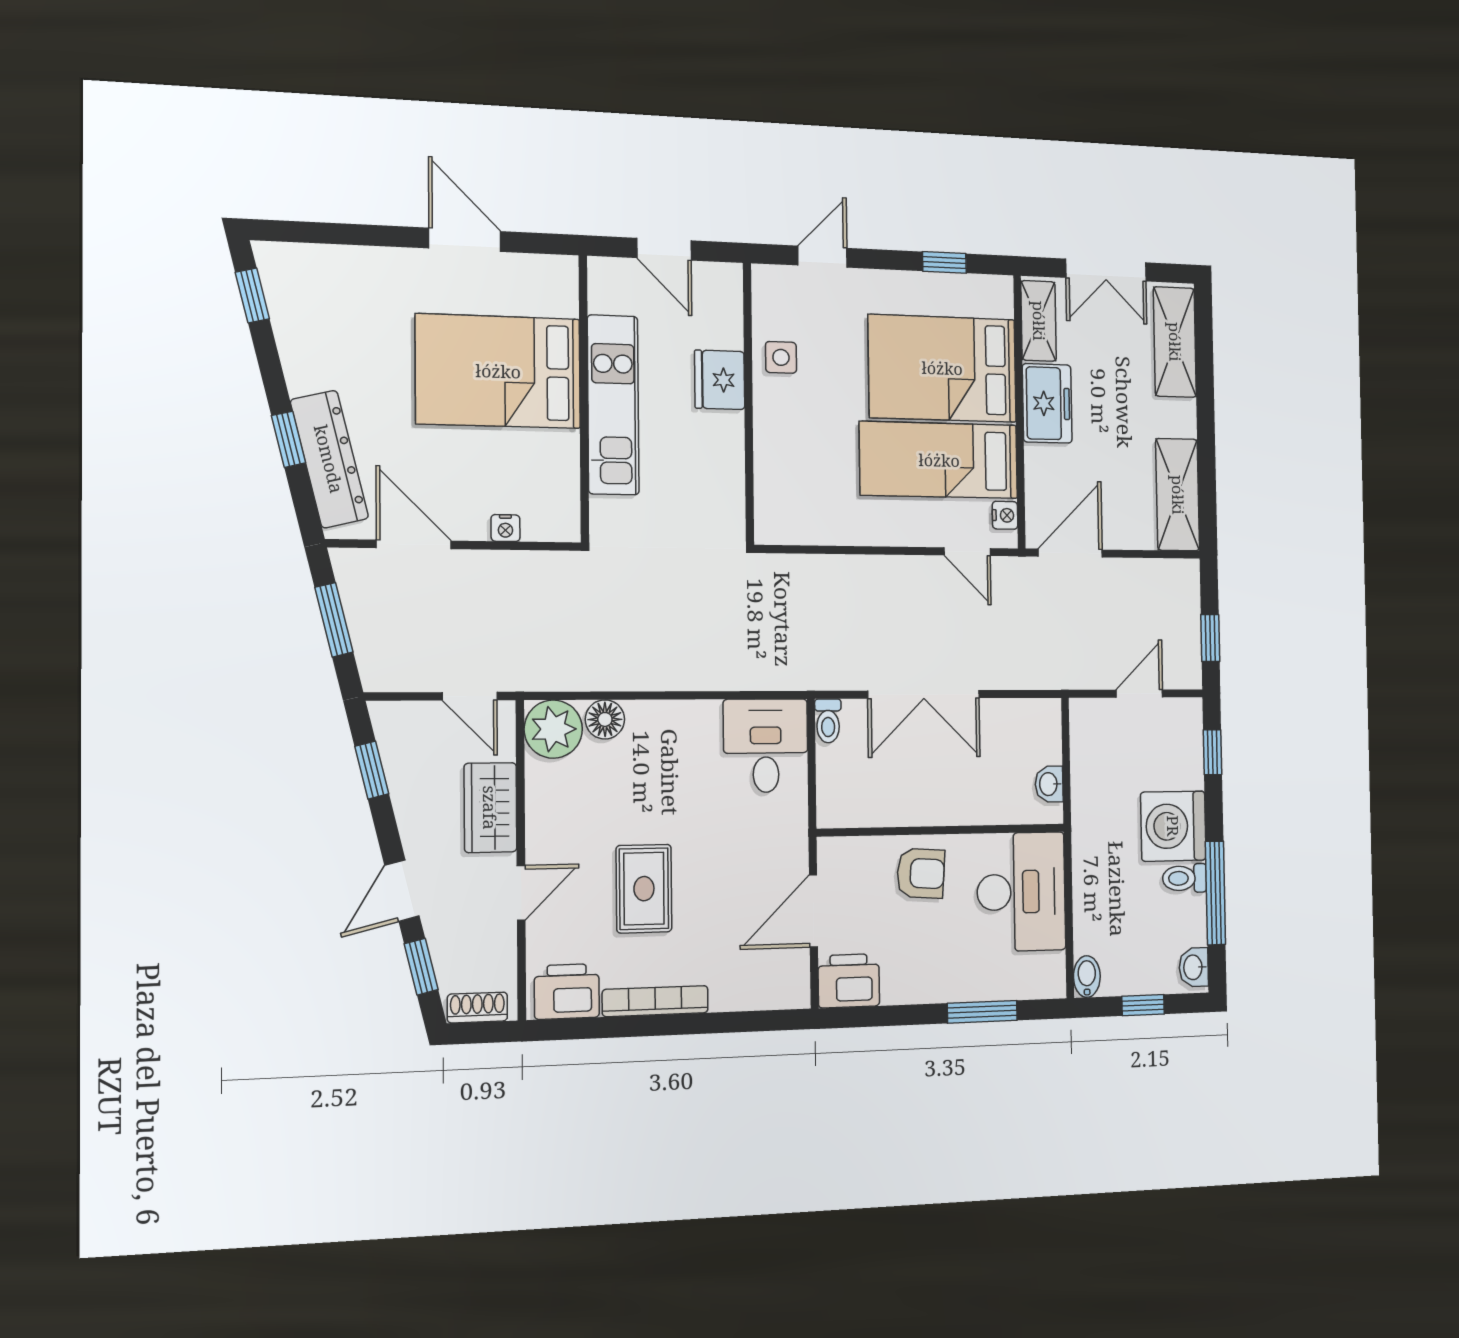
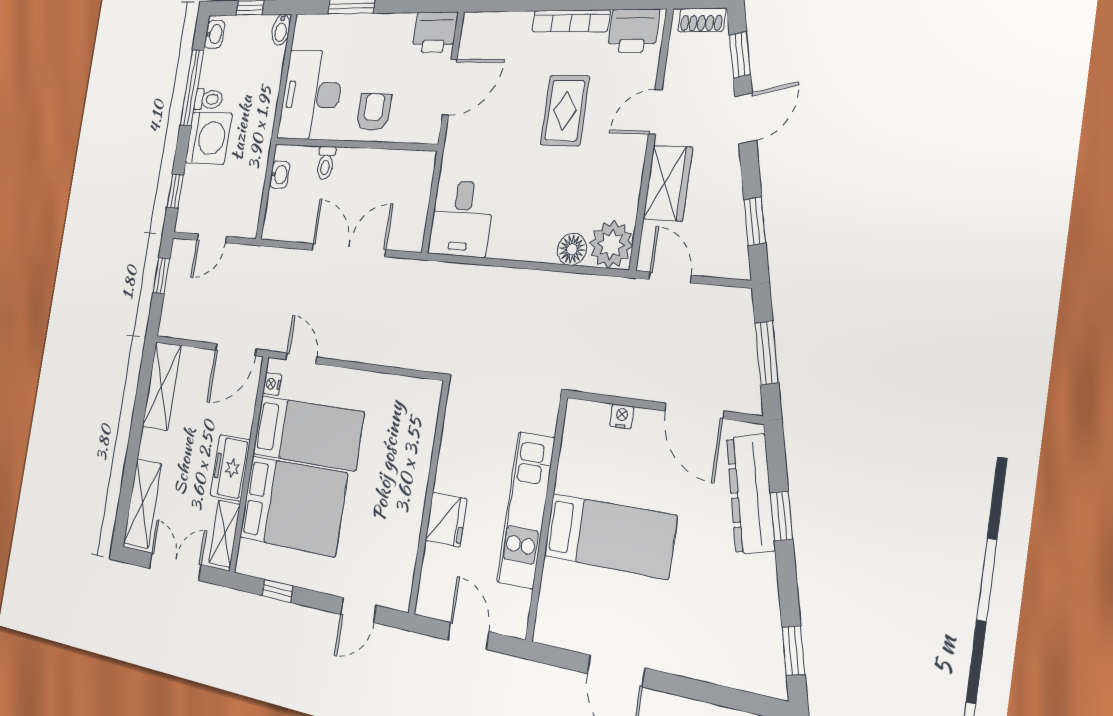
side table: (781, 357) -> (400, 532), removed
bed: (498, 371) -> (609, 536), width x0.67
toilet: (828, 721) -> (326, 163), moved, turned 180
armchair: (921, 873) -> (374, 112), turned 86

